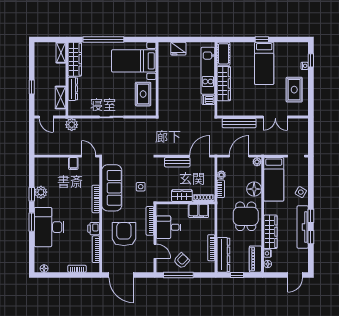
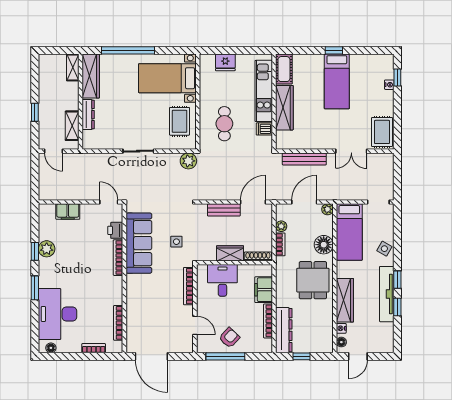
rug: (294, 90) -> (382, 132), moved
cafe table: (178, 96) -> (224, 124), added
plant: (72, 125) -> (188, 161), moved
filing cabinet: (73, 164) -> (68, 212), moved, width x2.00
filing cabinet: (198, 211) -> (264, 290), moved, turned 90
desk: (49, 227) -> (58, 314), moved
desk: (169, 227) -> (222, 280), moved, turned 90
printer: (94, 229) -> (115, 230), moved
armchair: (124, 234) -> (155, 303), removed
piano: (255, 259) -> (325, 336), removed
door: (295, 275) -> (358, 356), moved

